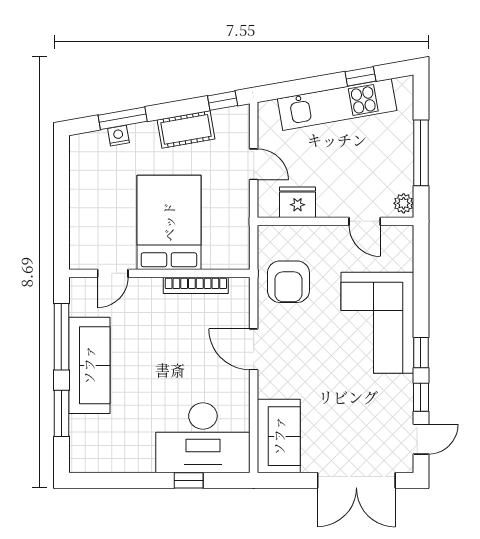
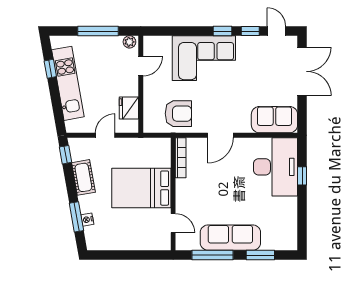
bookcase: (196, 285) -> (181, 158), moved

